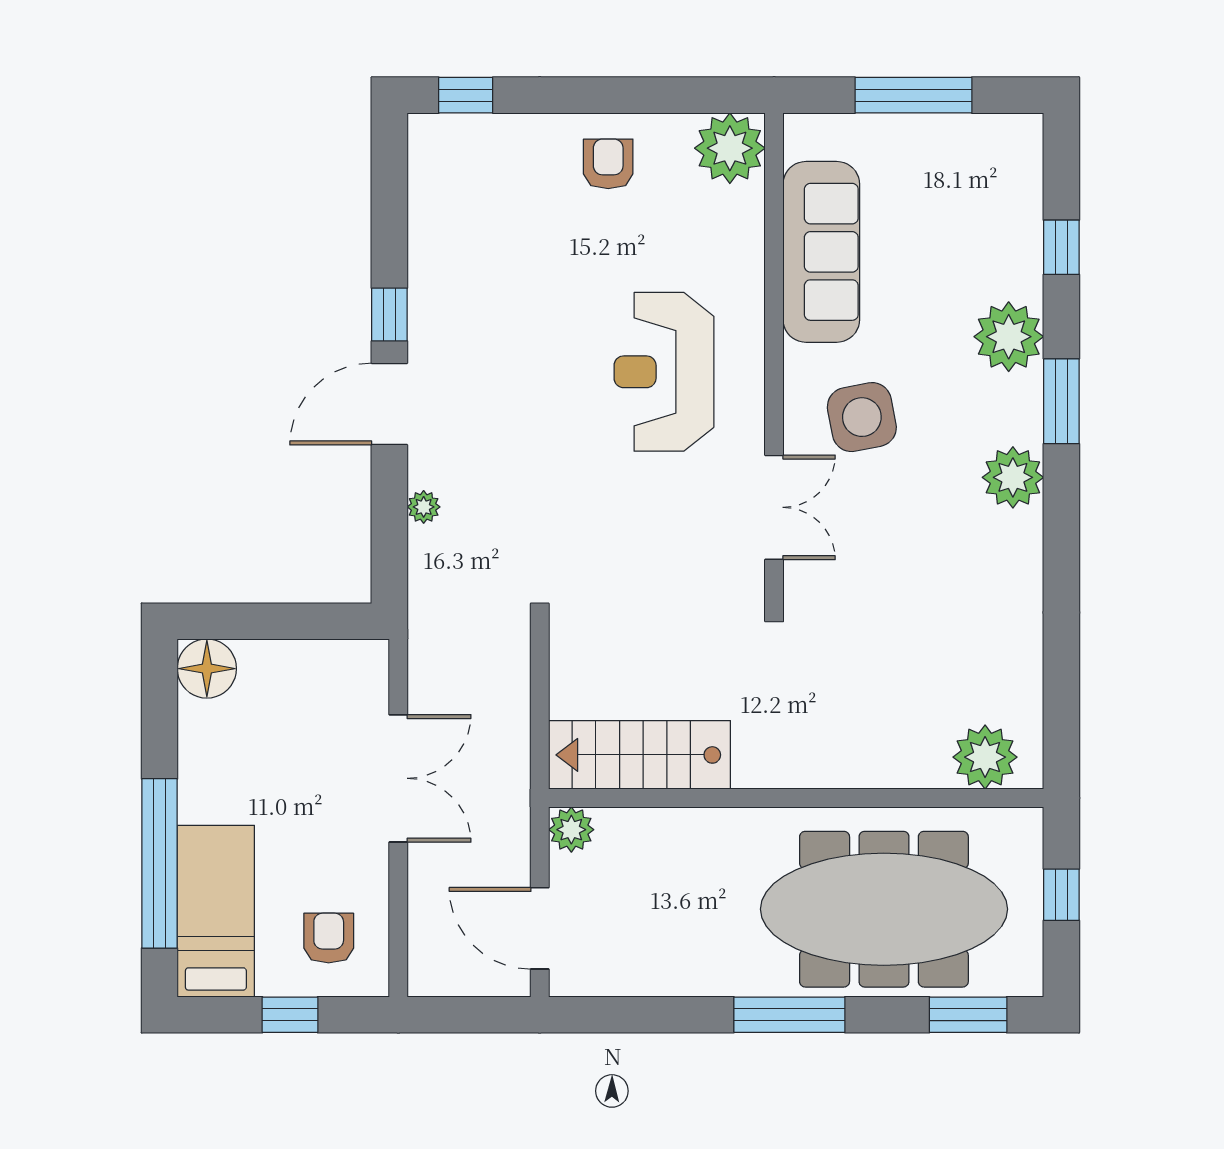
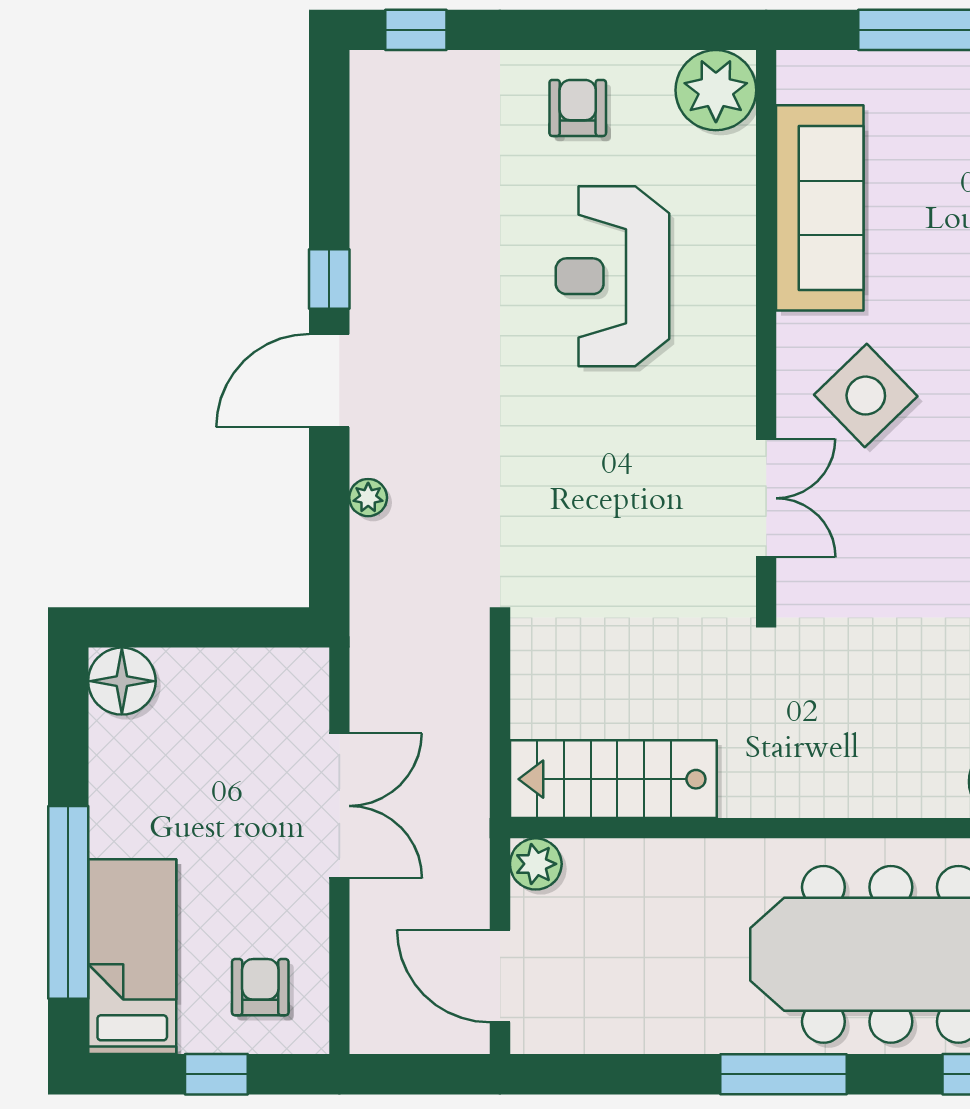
reception desk: (664, 372) -> (613, 276), moved
side table: (862, 417) -> (866, 396), turned -33

